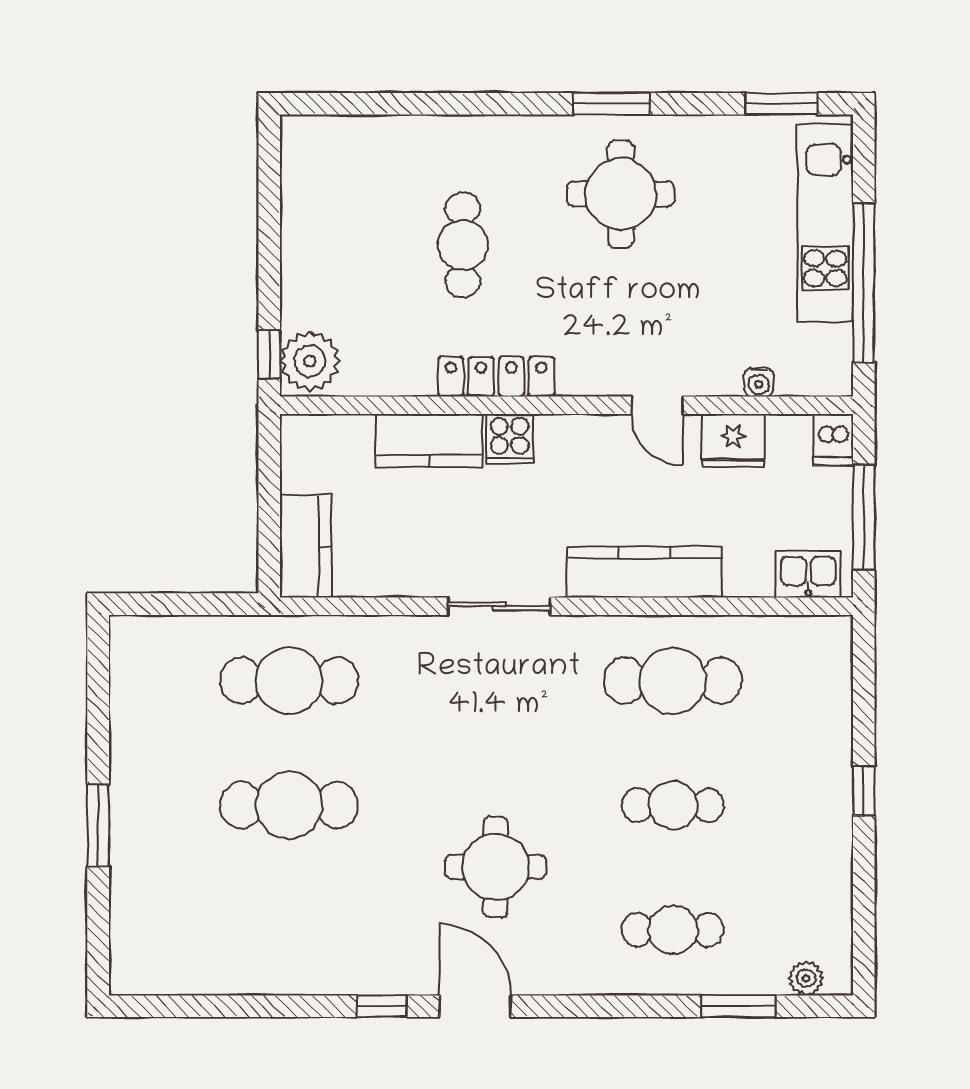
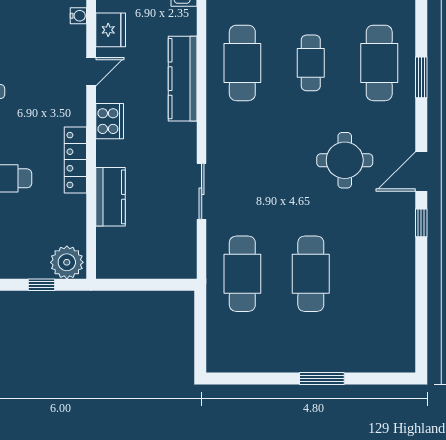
window: (269, 354) -> (41, 285), moved
cooker: (510, 439) -> (110, 121), moved, width x1.36
kitchen counter: (306, 546) -> (169, 265), removed
sliding door: (499, 606) -> (202, 191), moved
cafe table: (673, 930) -> (379, 63), width x1.37, depth x1.35
window: (738, 1006) -> (421, 77), moved

